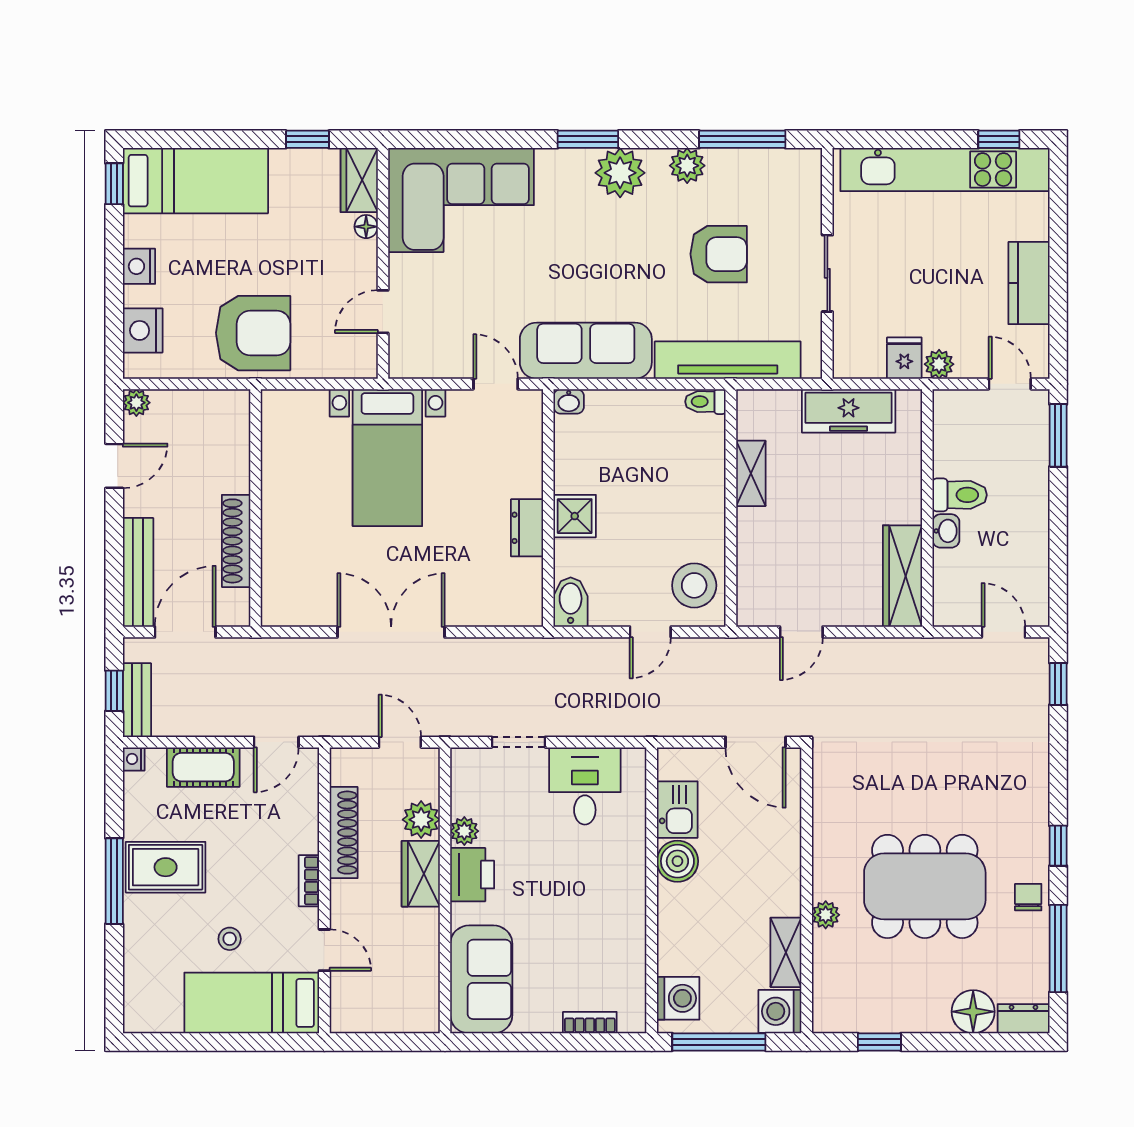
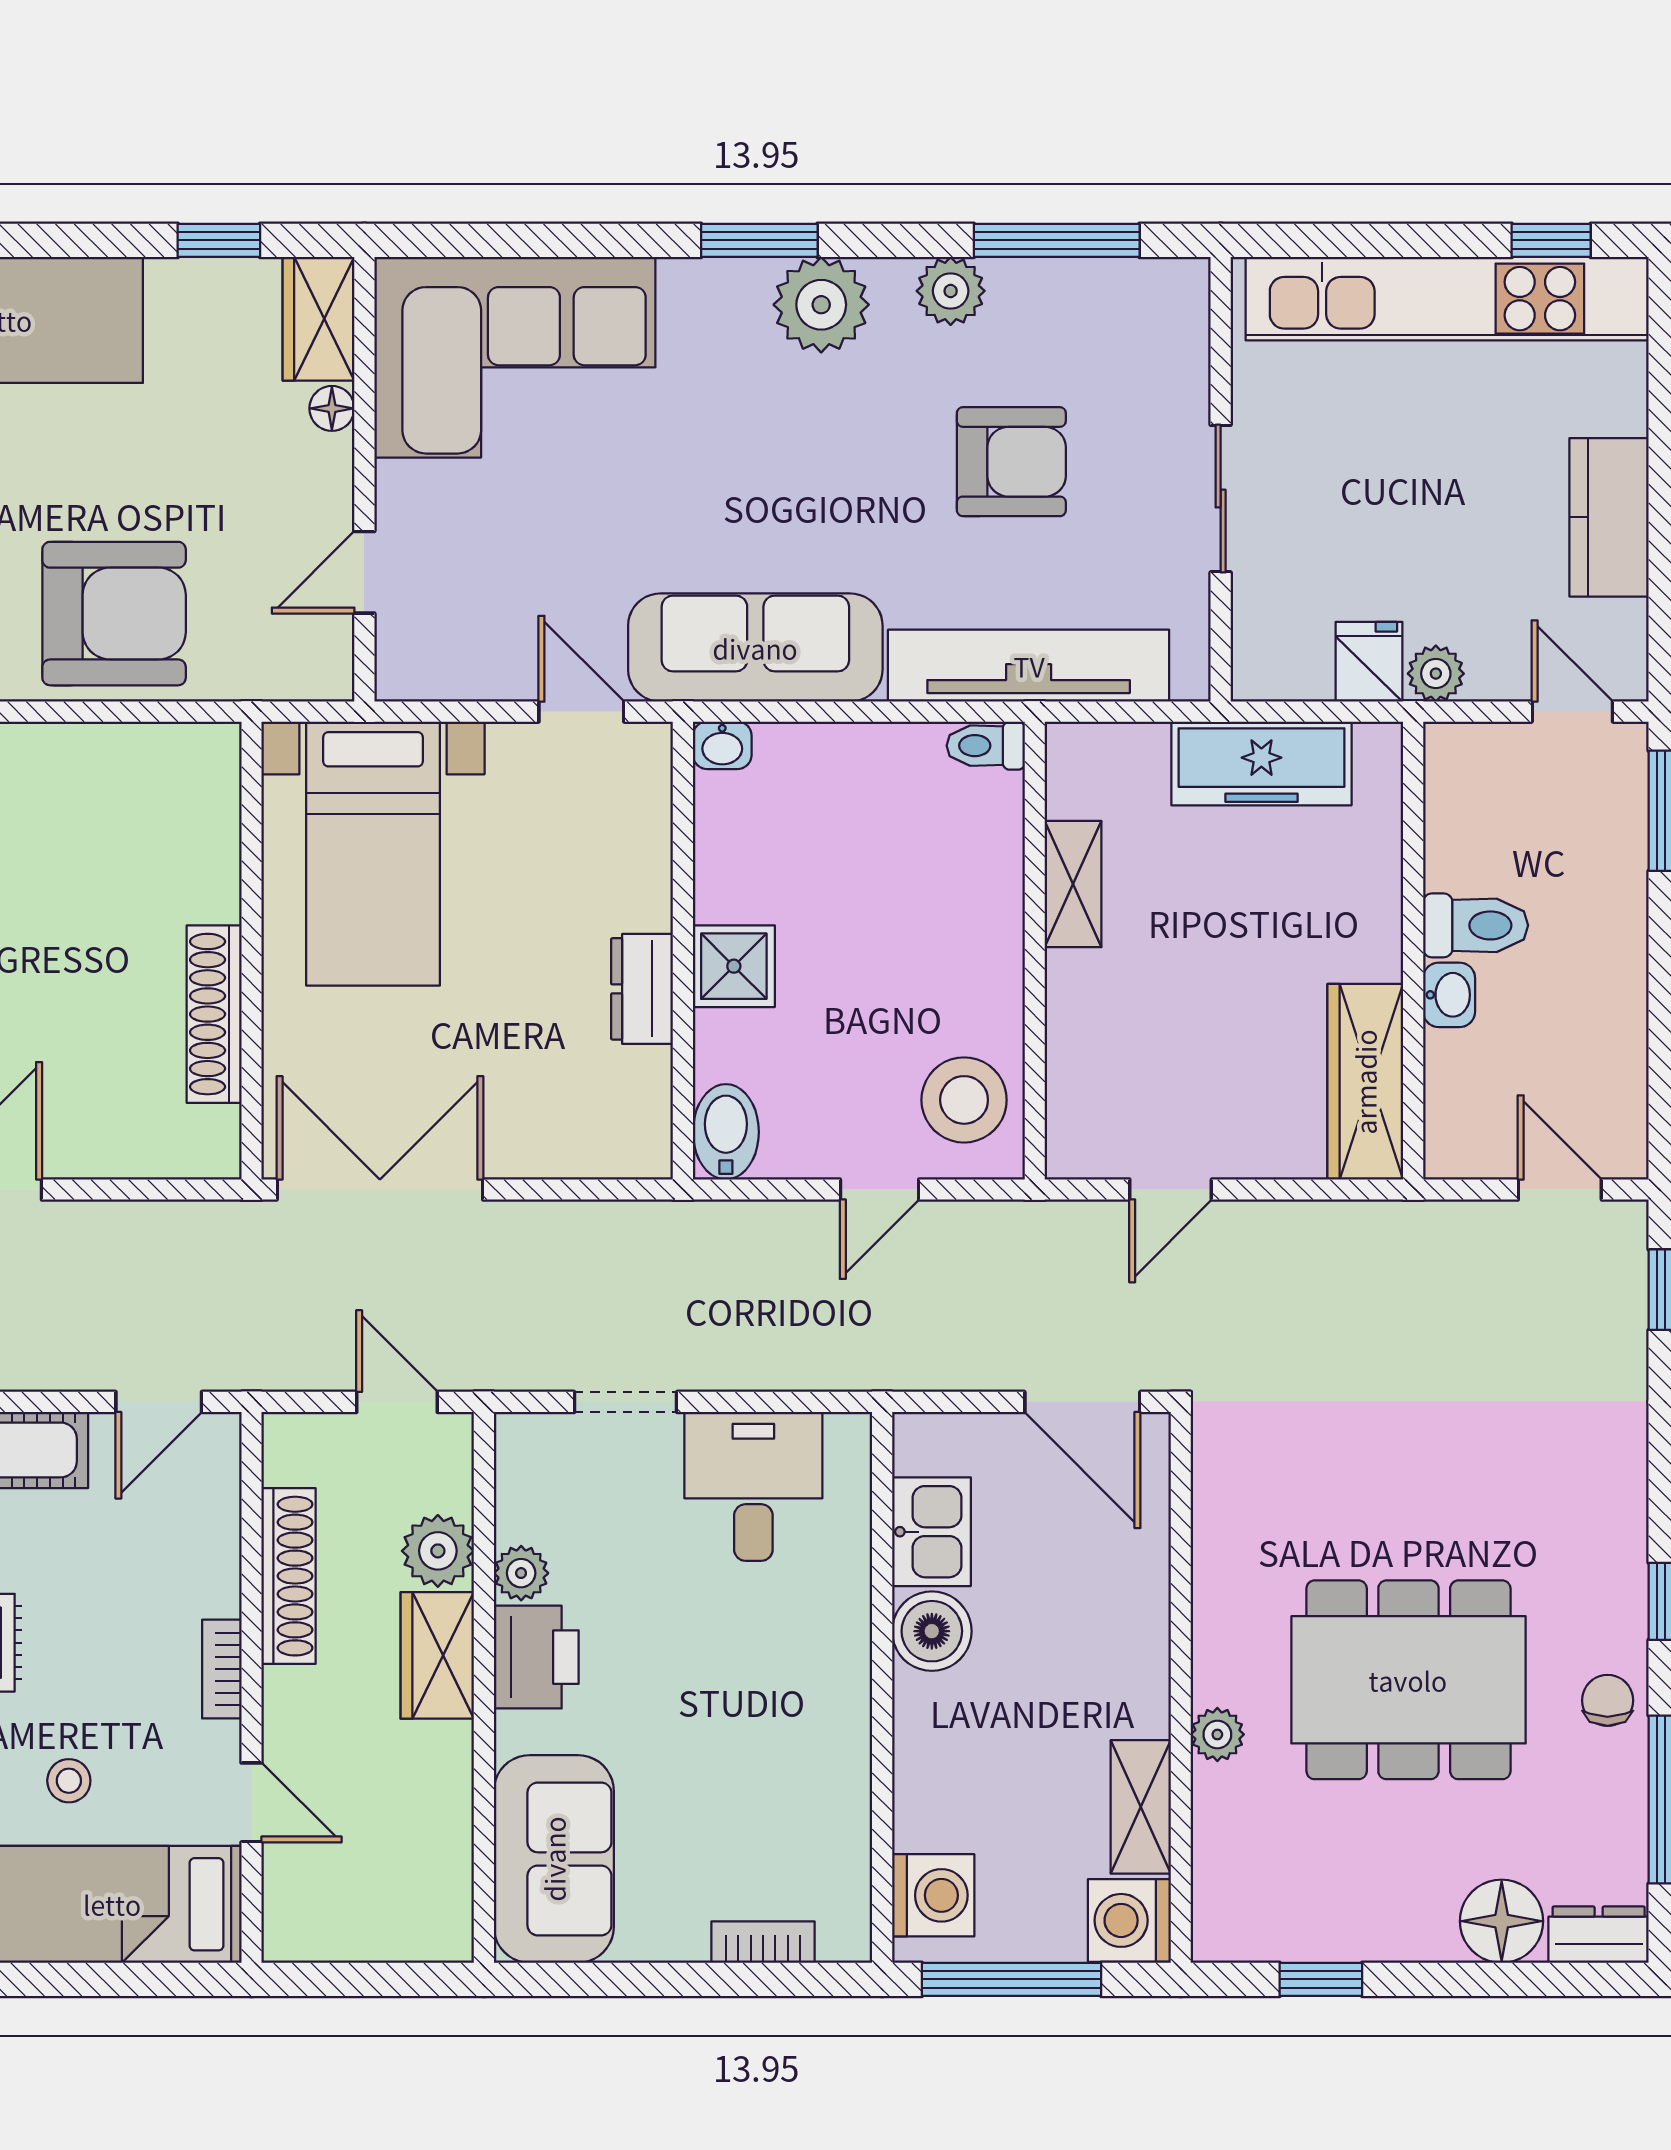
wall: (255, 508) -> (252, 951), moved
shoe rack: (236, 541) -> (214, 1014), moved

